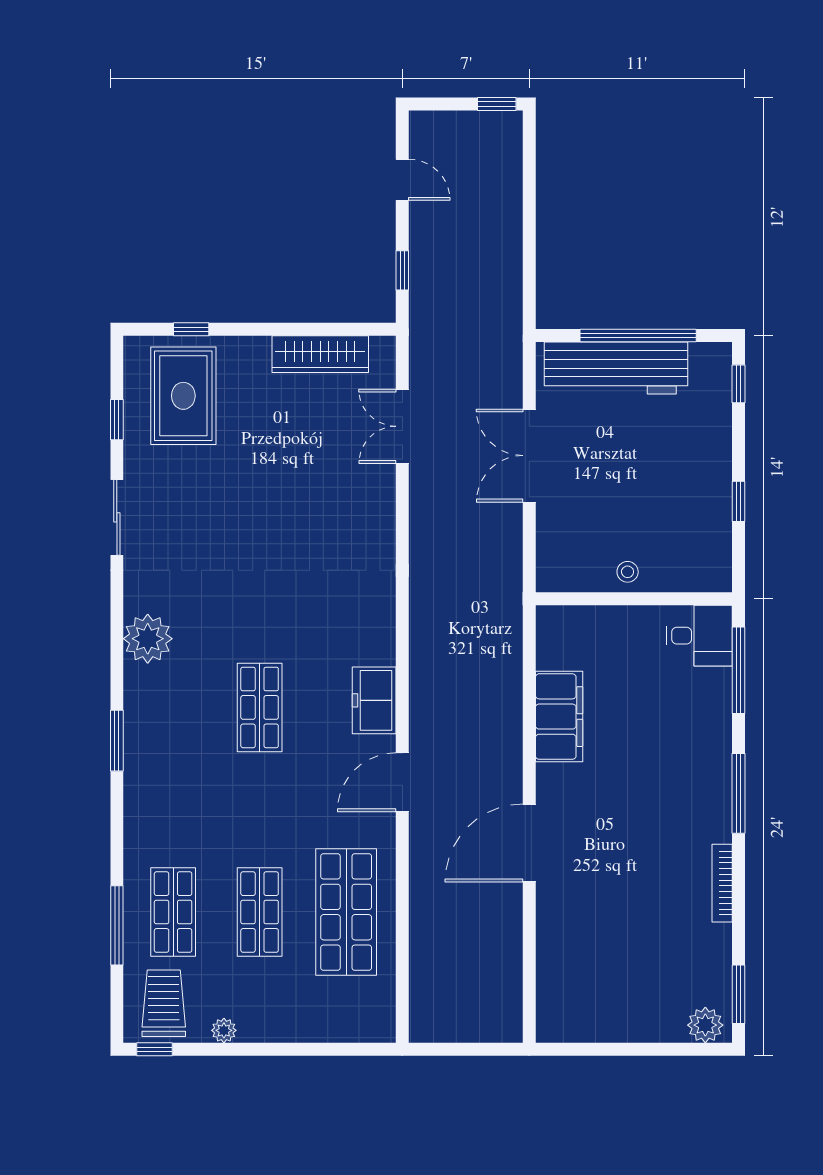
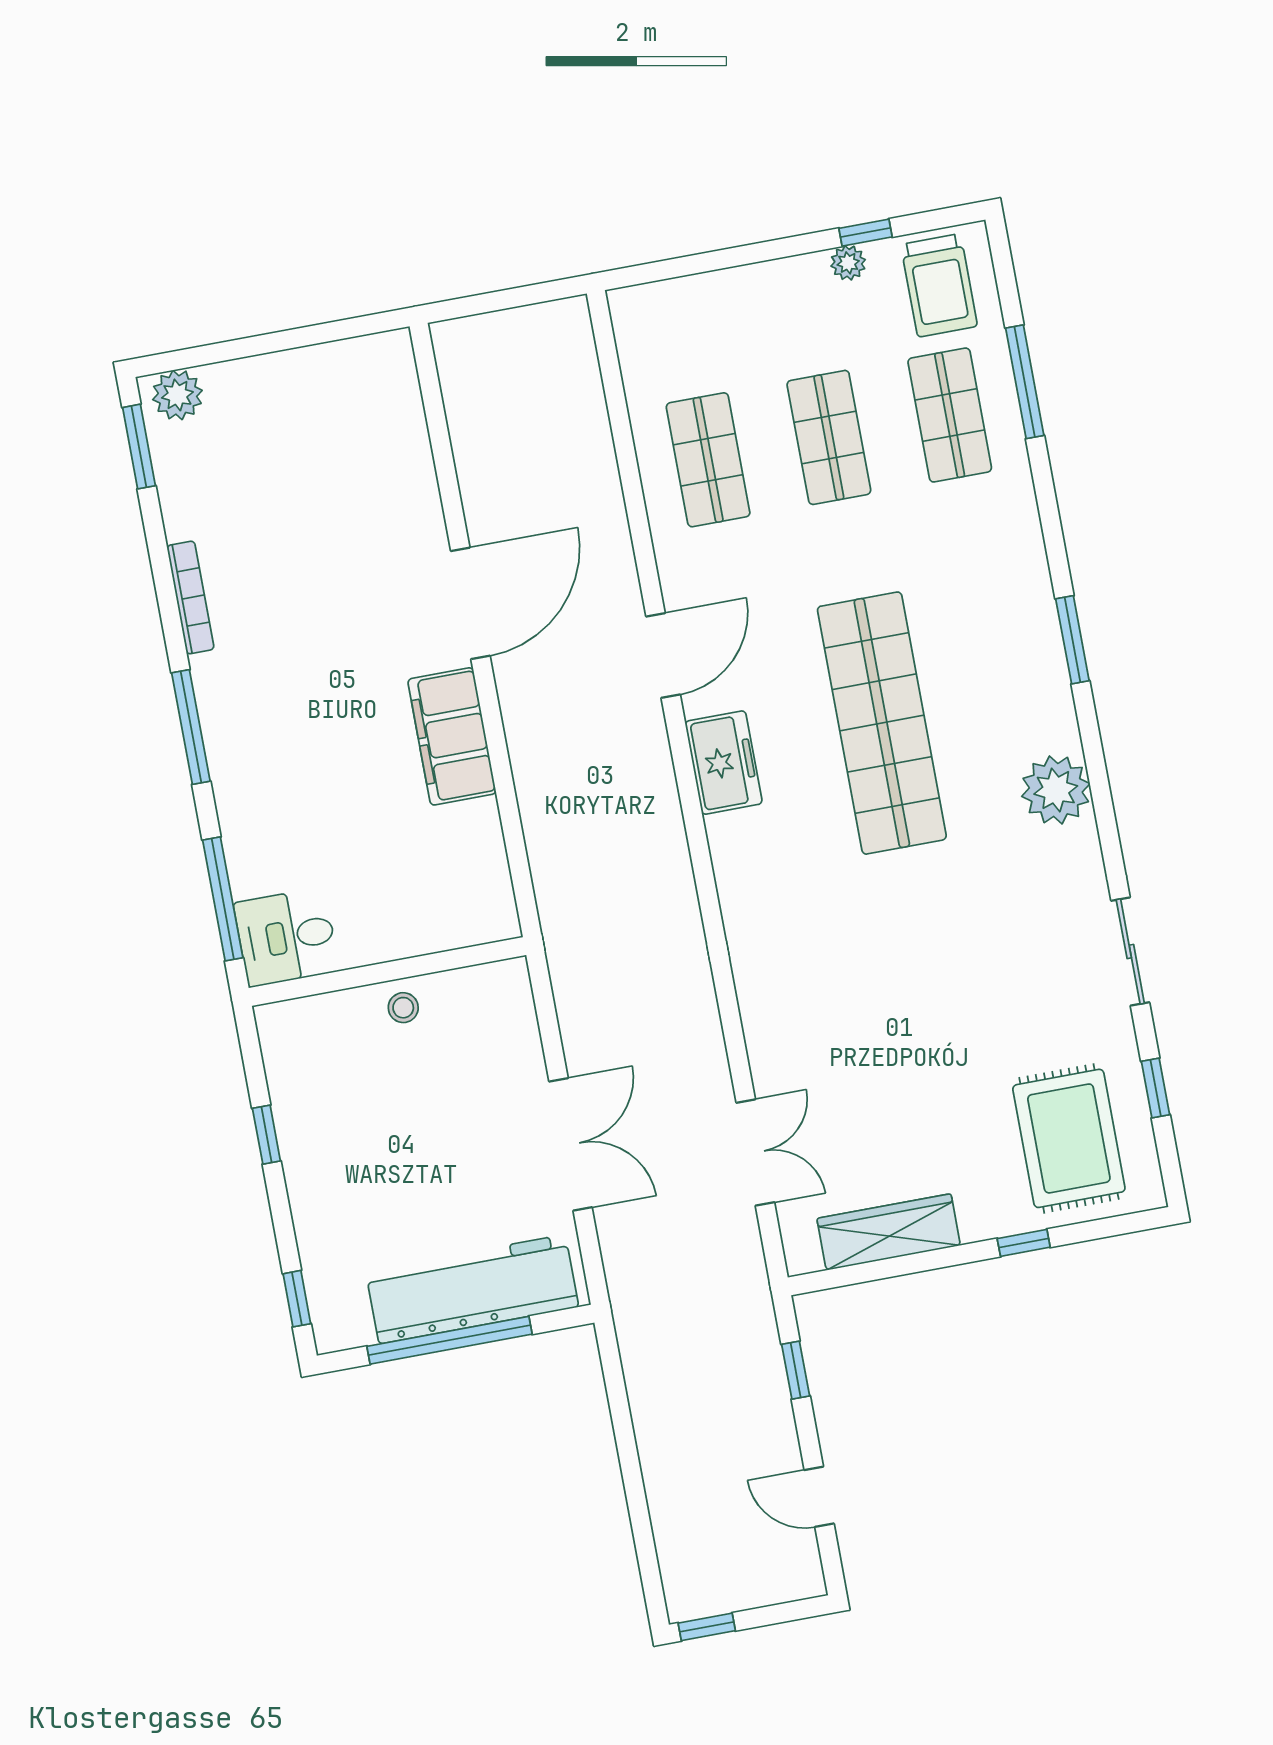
window: (191, 329) -> (1024, 1243), moved
shop shelf: (260, 707) -> (882, 723), width x2.00, depth x1.36
filing cabinet: (559, 717) -> (452, 736), moved
shop shelf: (346, 912) -> (708, 460), width x0.70, depth x0.74
window: (154, 1049) -> (865, 233), moved

